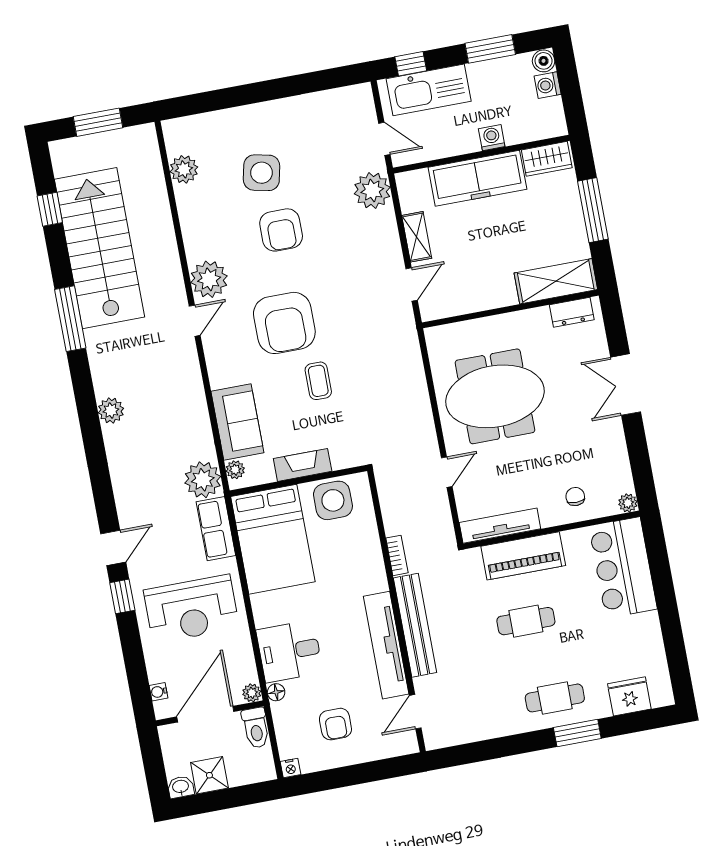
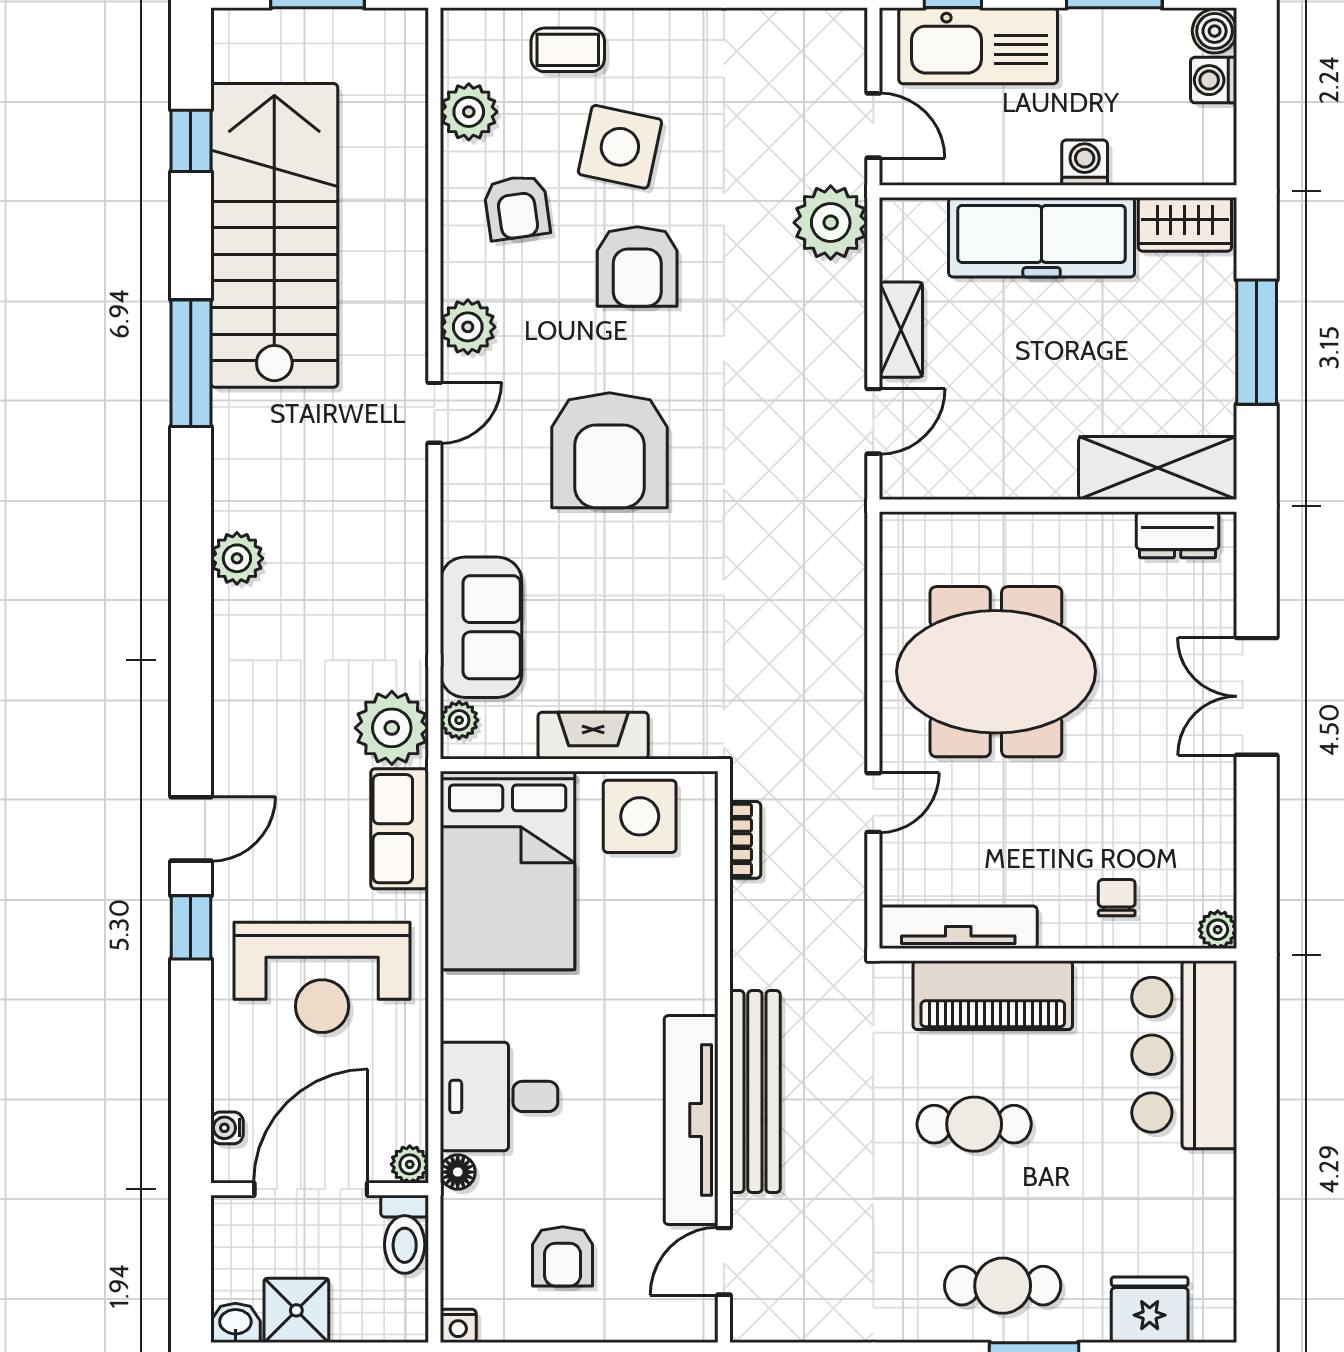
armchair: (216, 212) -> (517, 207), added
plant: (209, 279) -> (468, 327), width x0.73, depth x0.73
coffee table: (318, 381) -> (568, 50), moved, turned 90
bookcase: (397, 555) -> (745, 840), moved

